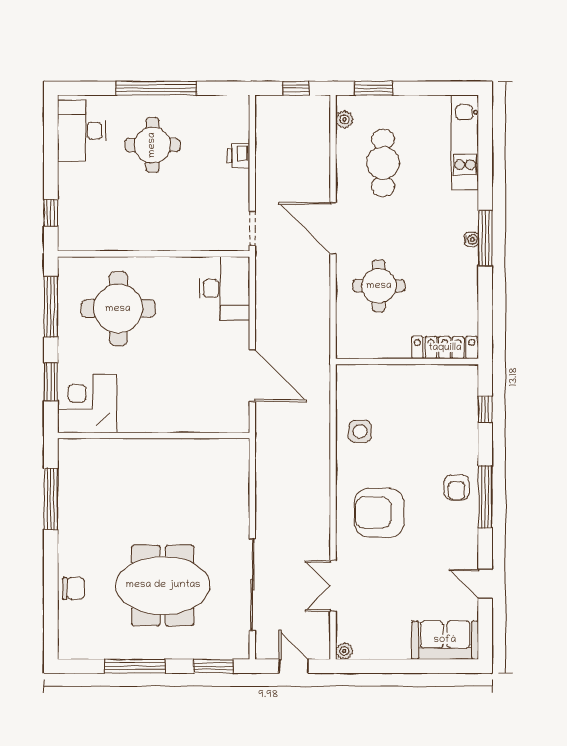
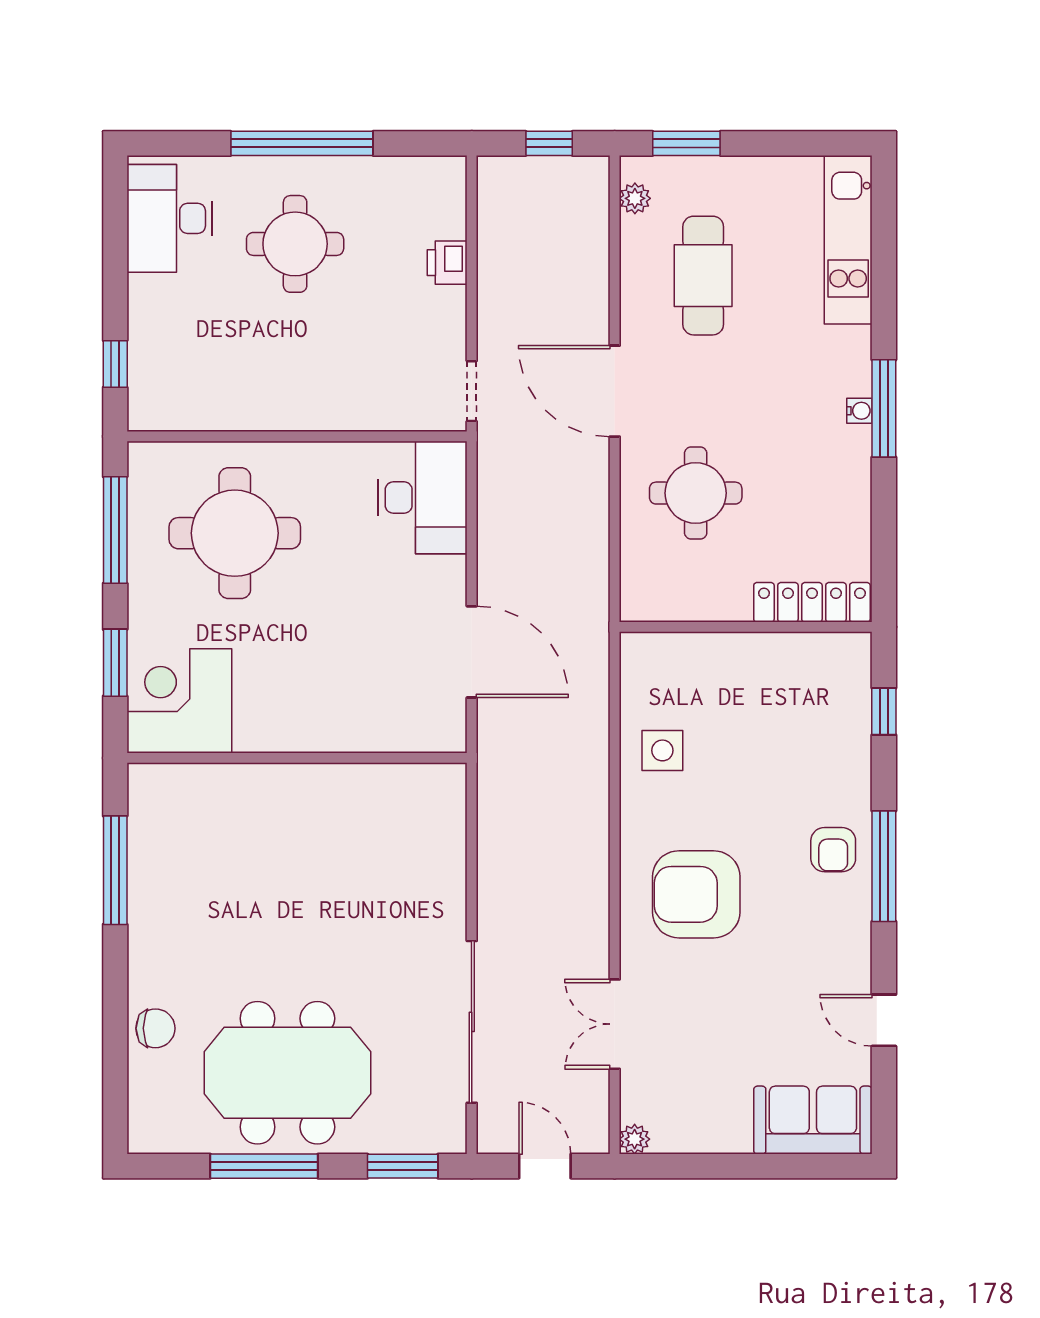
meeting table: (163, 585) -> (287, 1073), moved

